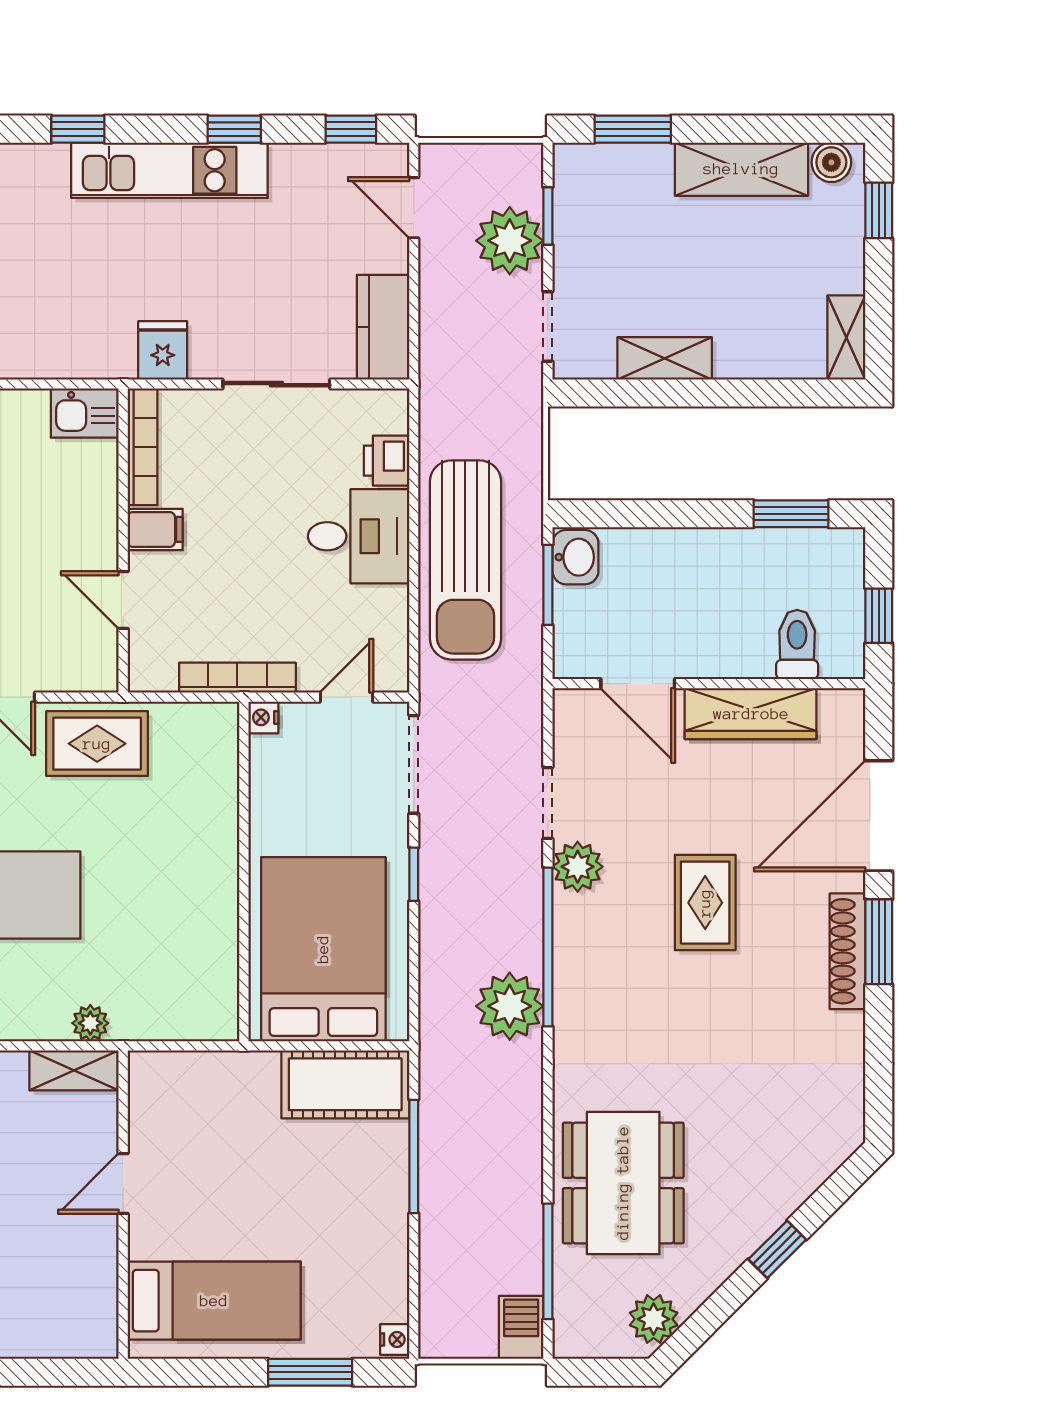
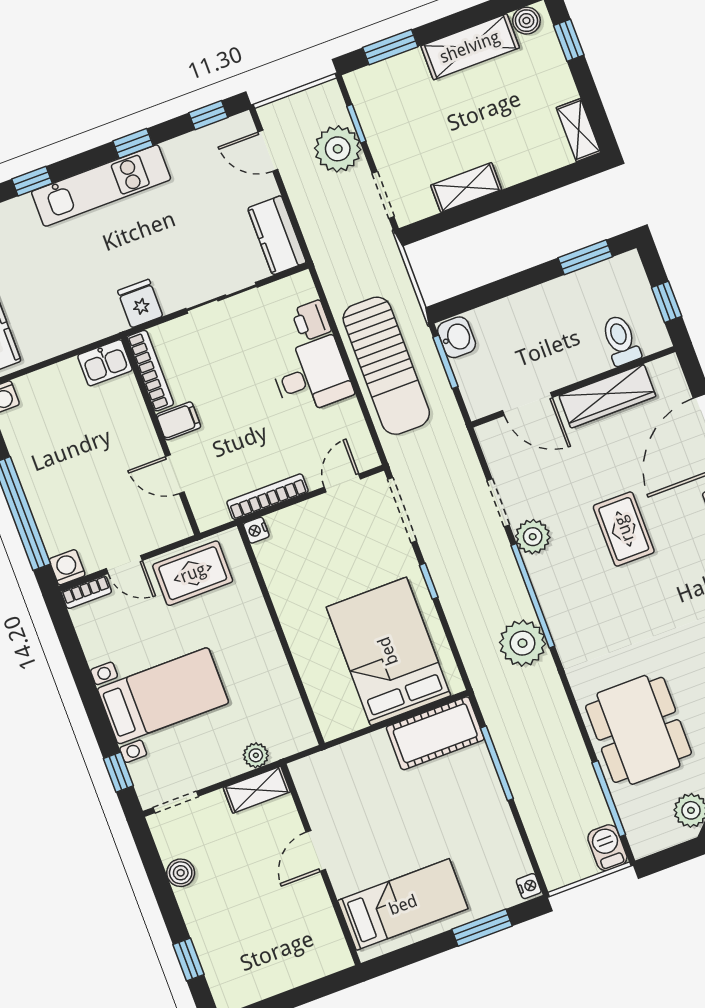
nightstand: (263, 717) -> (256, 530), moved
wall: (244, 871) -> (281, 634), moved

